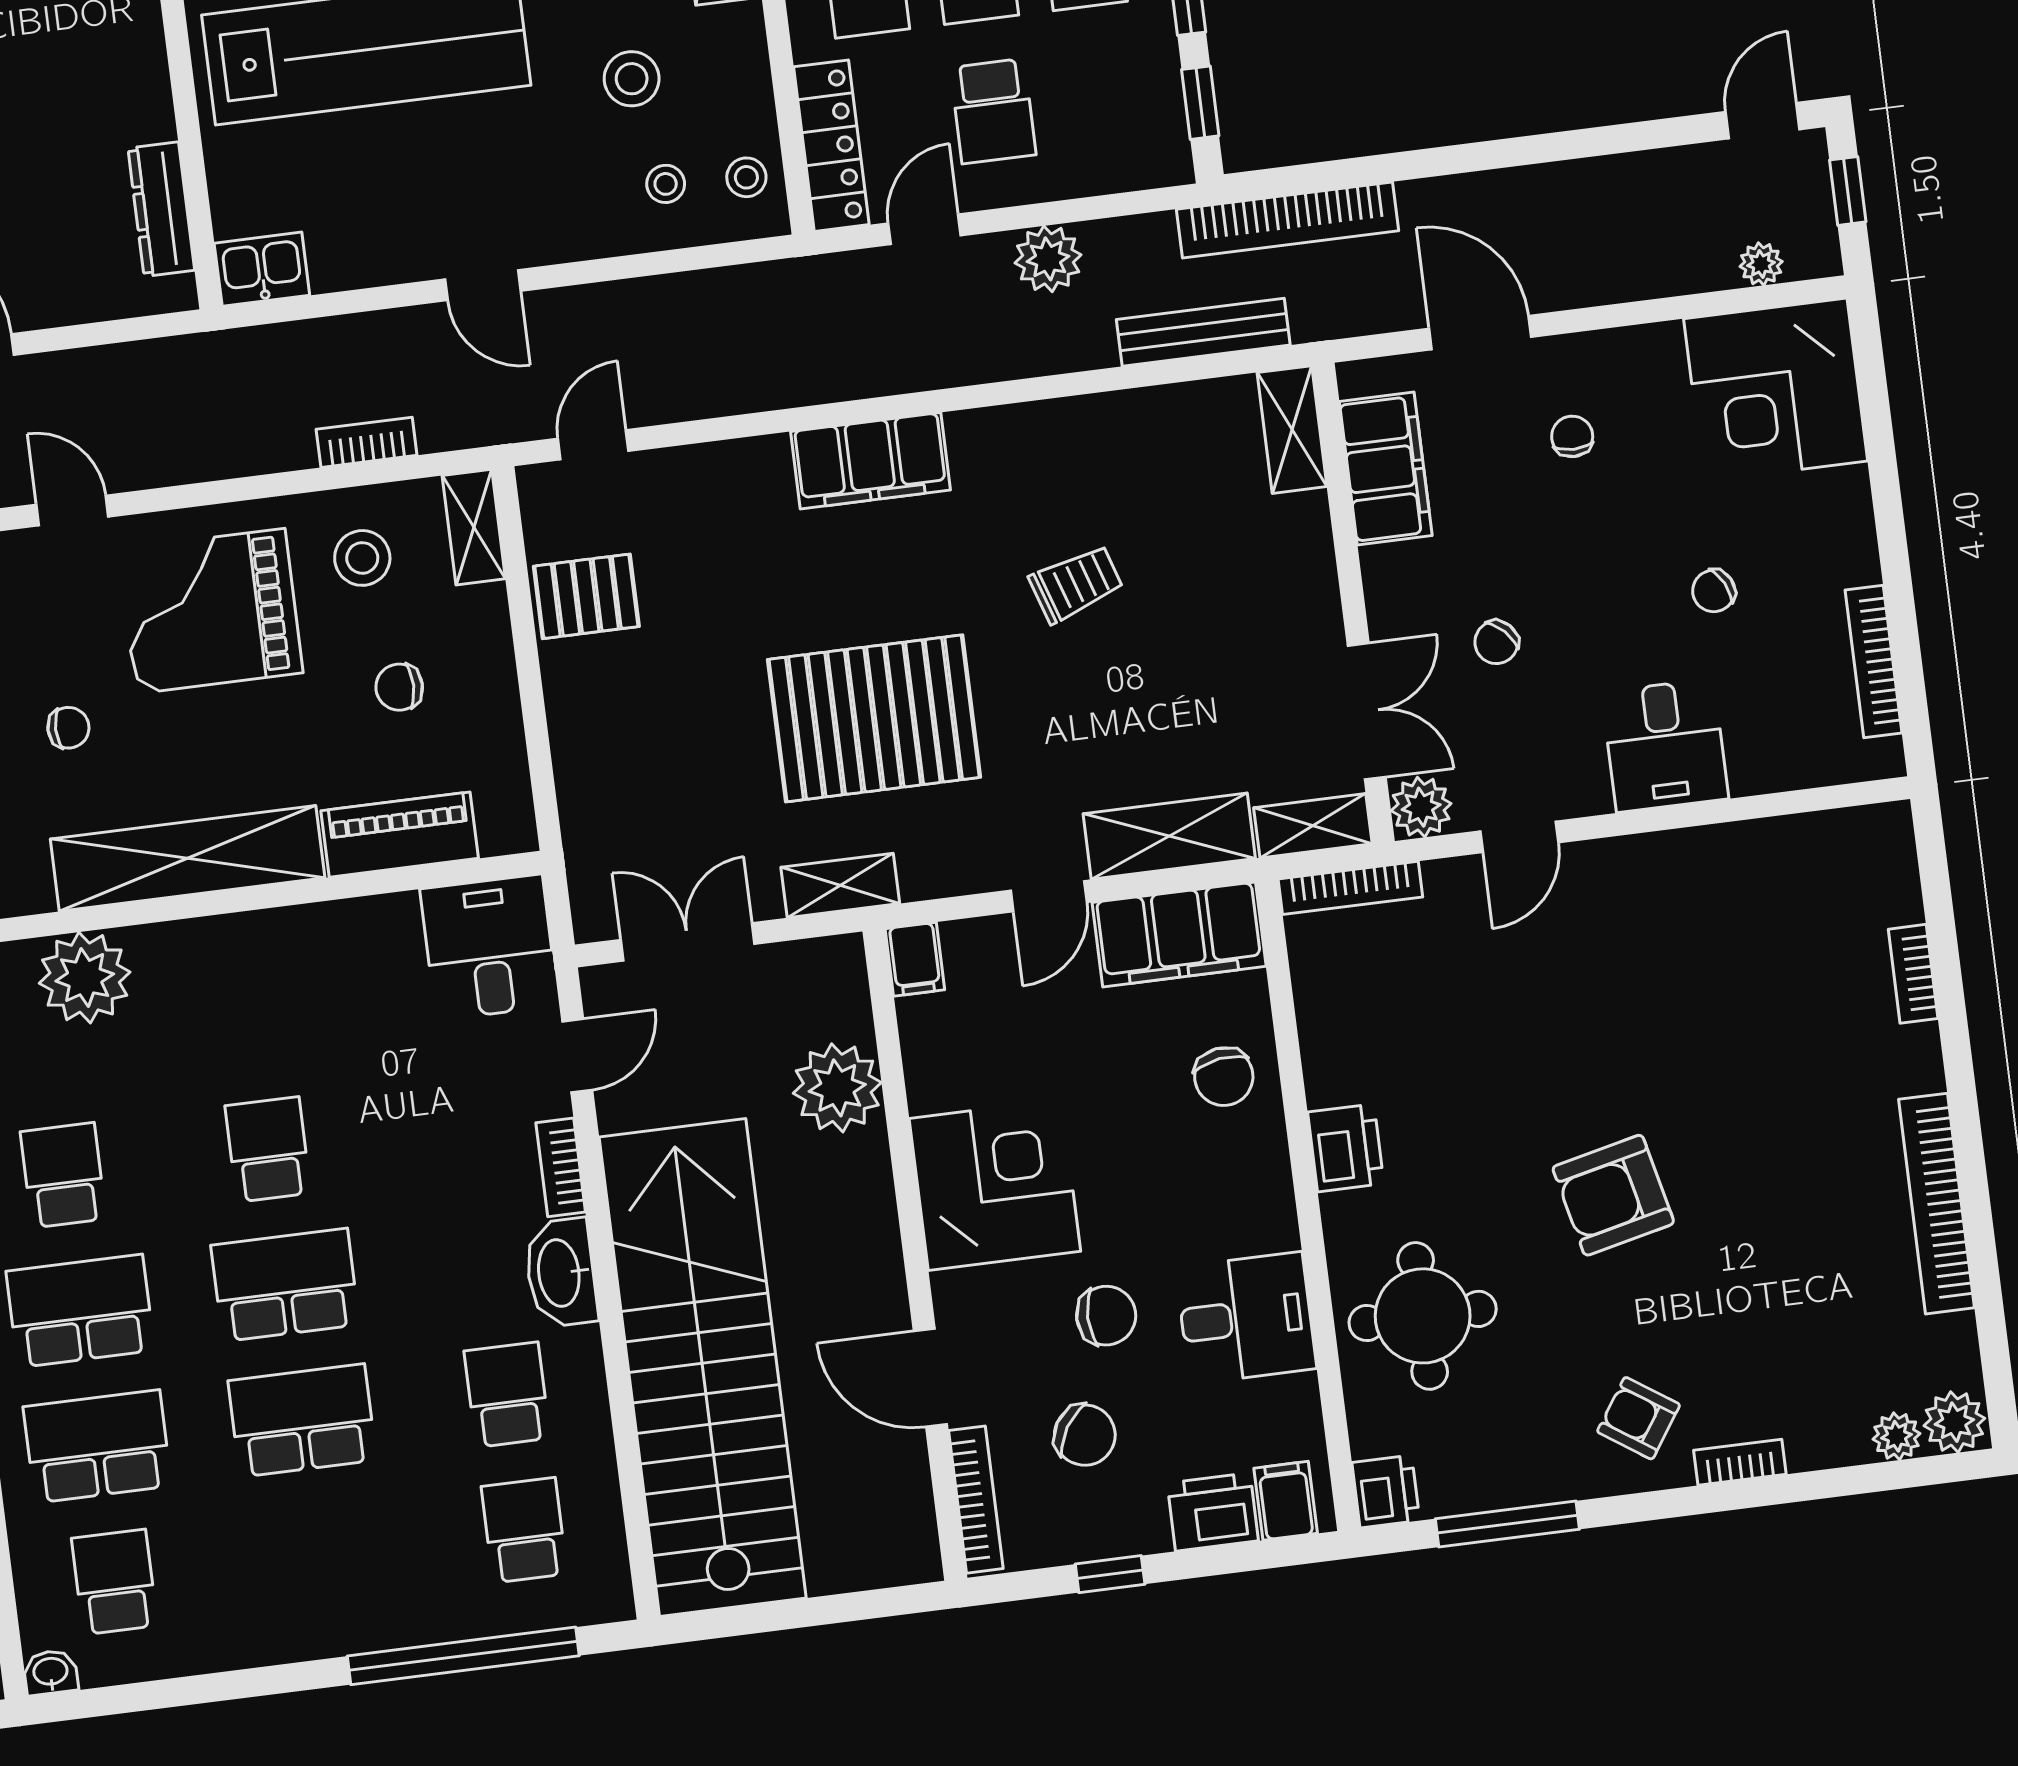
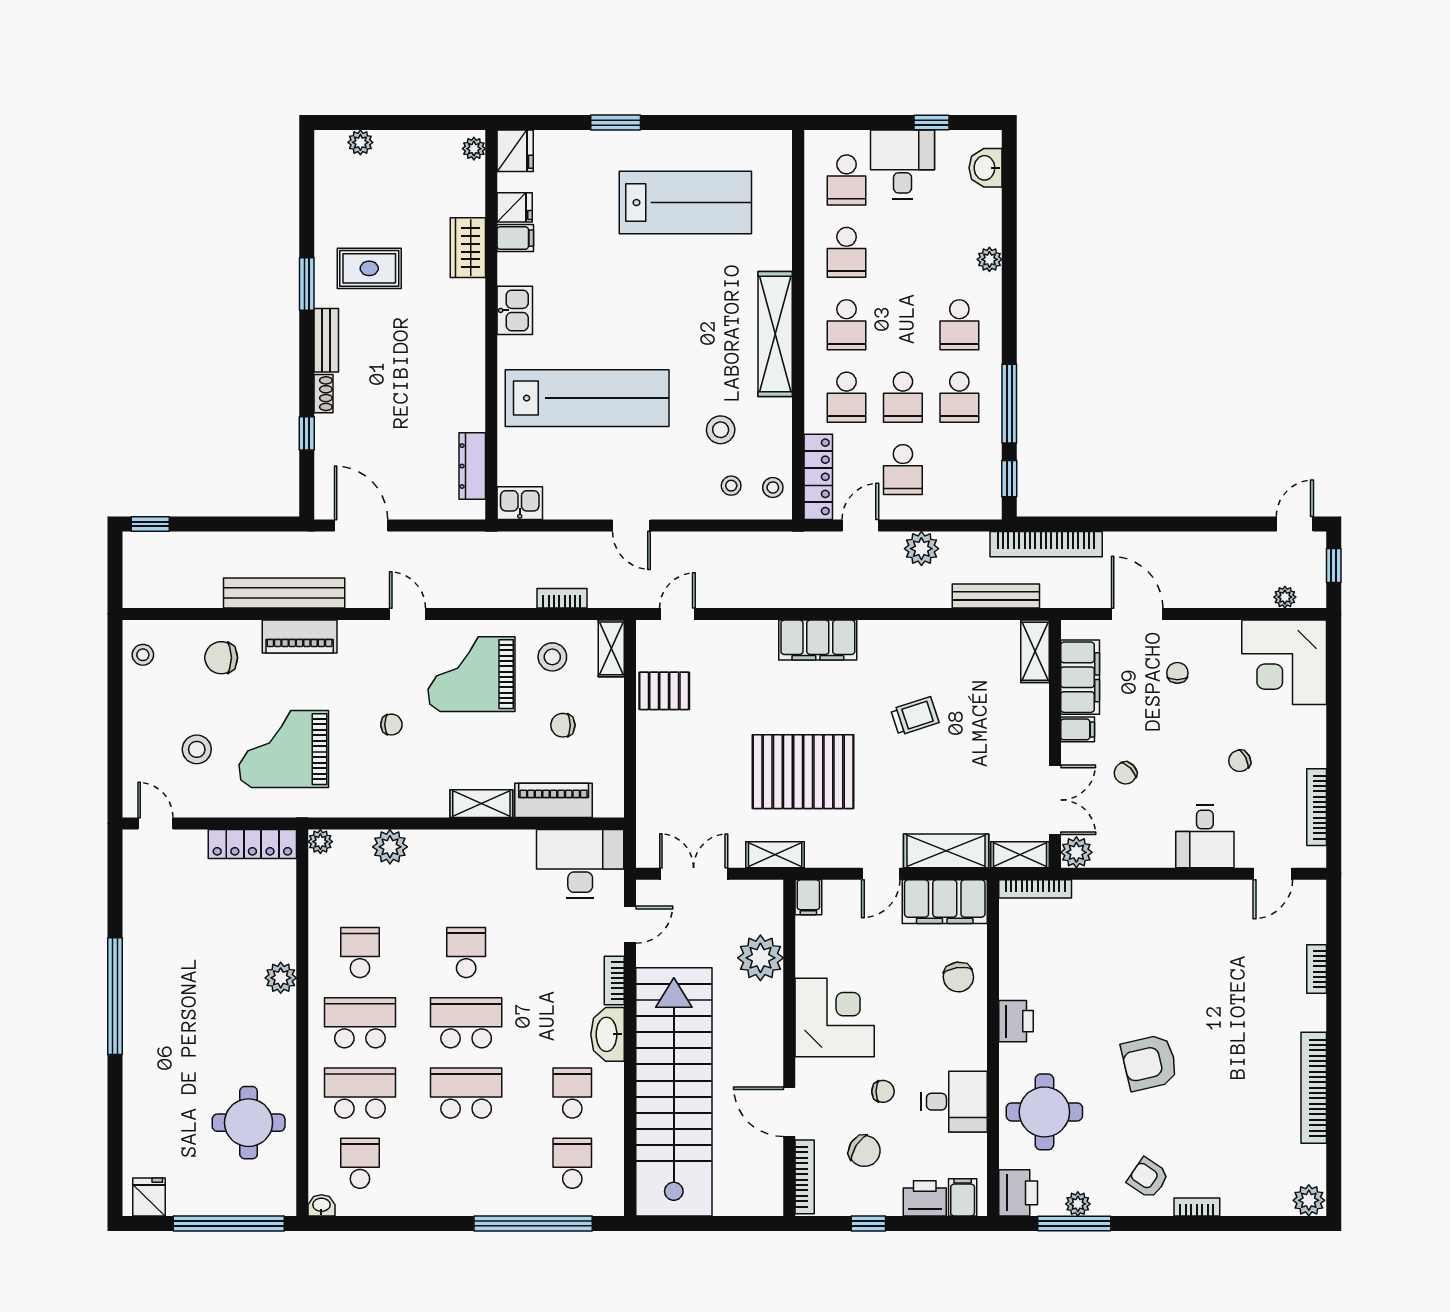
filing cabinet: (1393, 570) -> (1078, 729), added
door: (1519, 837) -> (1273, 874), moved
shelving: (188, 858) -> (481, 804), width x0.45, depth x0.75
desk: (489, 947) -> (580, 864), width x1.37
plant: (85, 978) -> (390, 847), width x0.73, depth x0.73
chair: (1106, 1316) -> (883, 1091), width x0.73, depth x0.73
plant: (1897, 1436) -> (1078, 1204), moved
printer: (1386, 1491) -> (1018, 1193), width x1.36, depth x1.24

